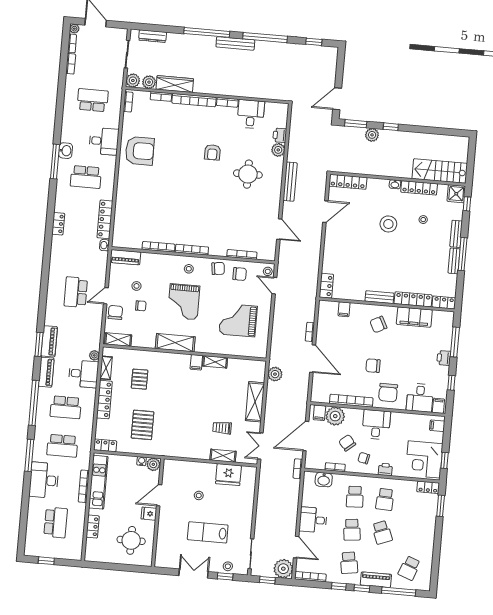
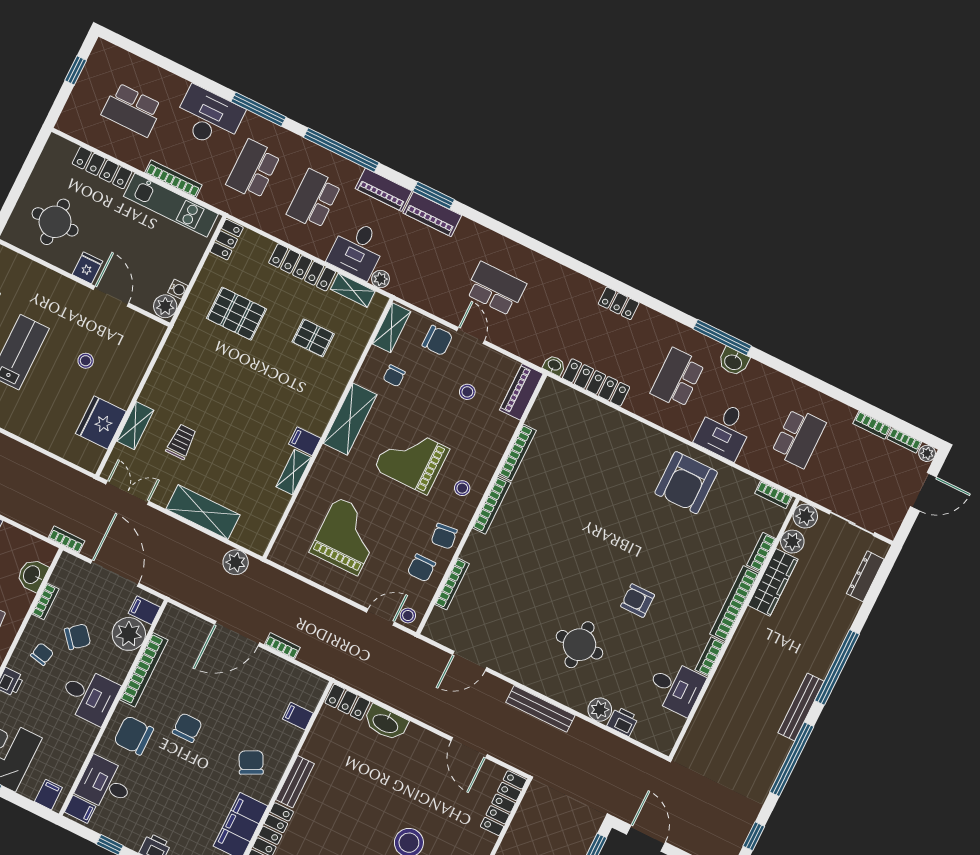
washbasin: (330, 261) -> (386, 723), added
chair: (141, 306) -> (394, 376), moved
locker: (93, 527) -> (102, 168), width x1.53

